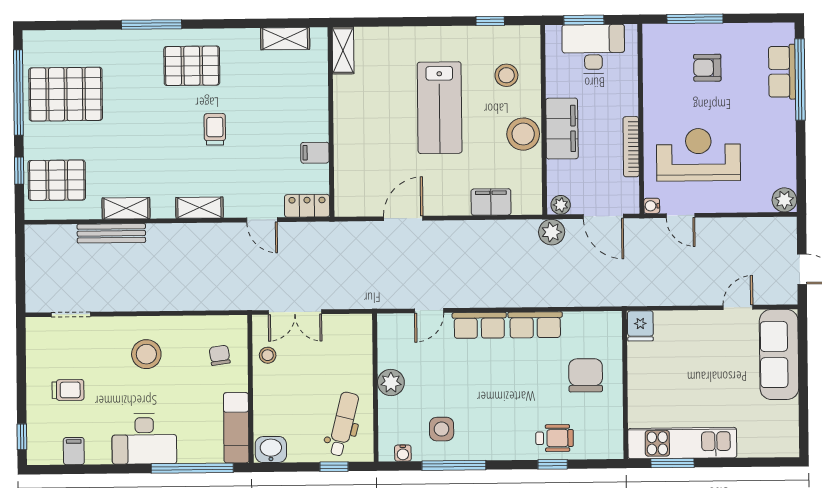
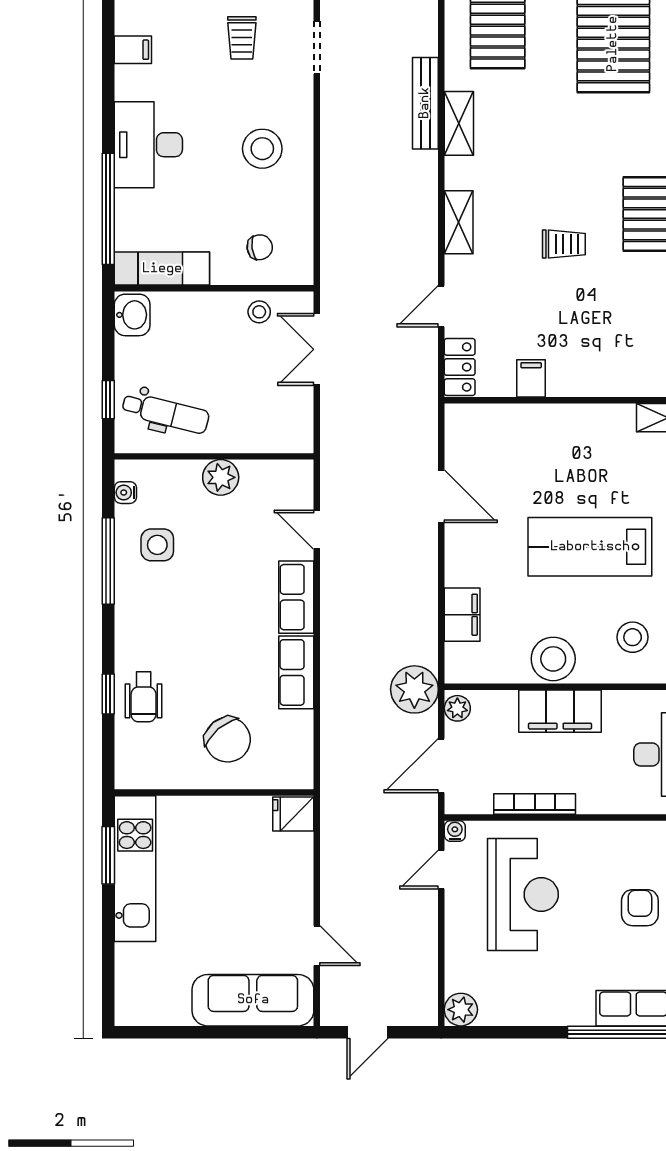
plant: (552, 232) -> (414, 689), width x1.36, depth x1.36
chair: (586, 375) -> (228, 740), turned 50
trolley: (68, 390) -> (242, 38), moved

